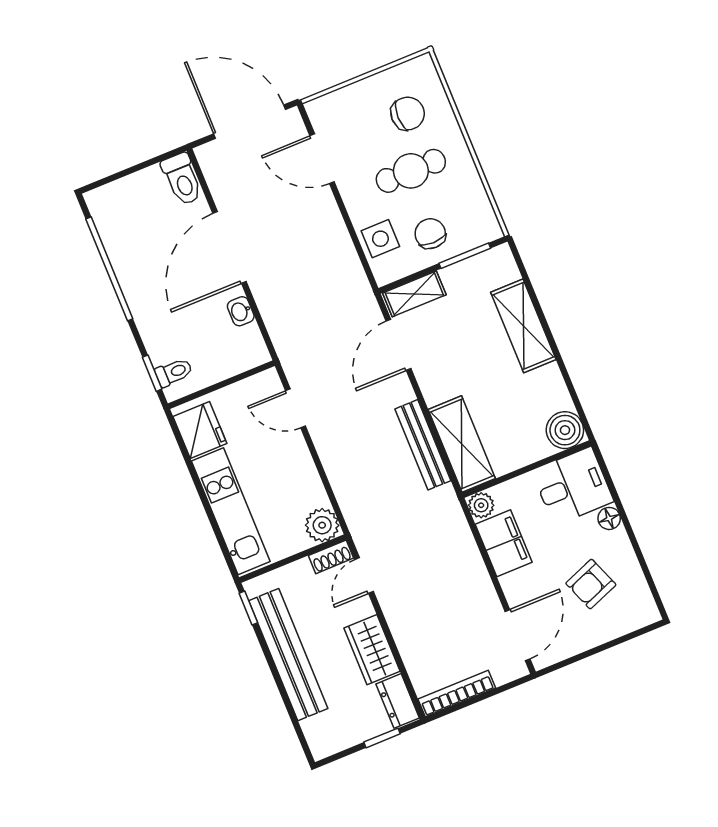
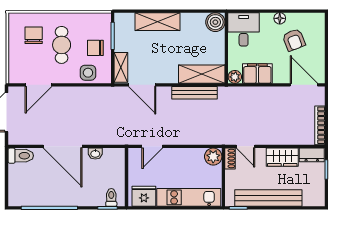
floor lamp: (609, 518) -> (280, 18), moved

